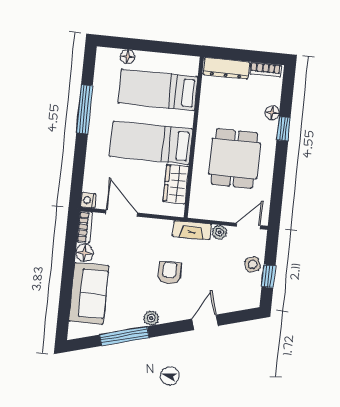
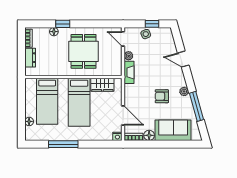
dresser: (226, 68) -> (30, 58), width x0.70
dining table: (234, 159) -> (84, 51), turned 90
door: (122, 213) -> (123, 116), swing flipped
armchair: (169, 273) -> (162, 96), moved

